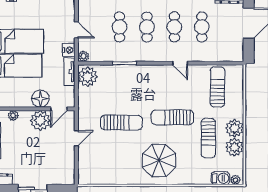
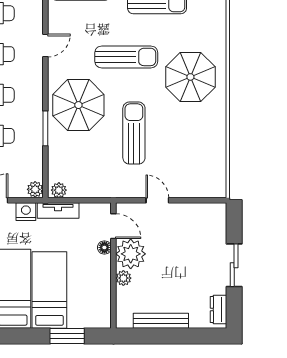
plant: (88, 77) -> (59, 190), width x0.53, depth x0.53
parasol: (140, 85) -> (78, 105), added
floor lamp: (40, 99) -> (104, 247), width x0.53, depth x0.53
plant: (13, 115) -> (123, 278), moved
sun lounger: (172, 117) -> (126, 57), turned -90

